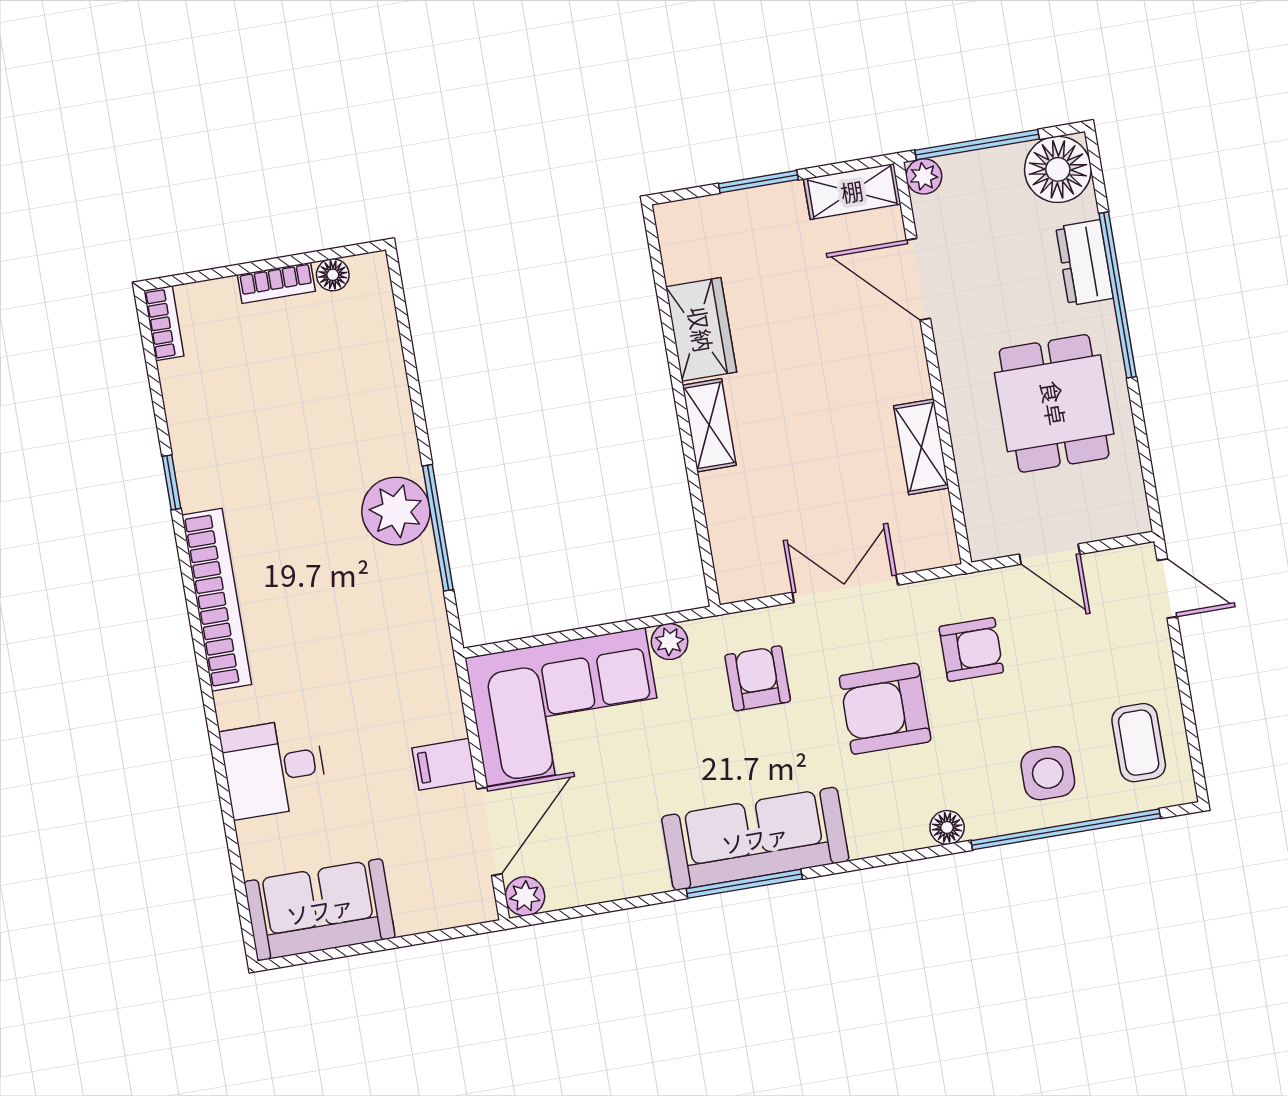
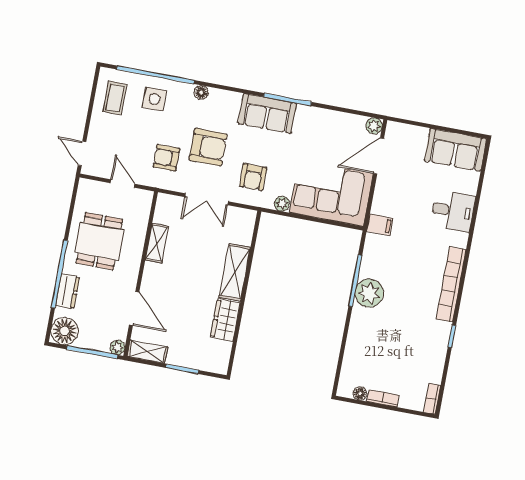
shelving: (709, 425) -> (235, 272), width x1.50, depth x1.33
filing cabinet: (444, 764) -> (380, 225), moved
sofa: (755, 839) -> (267, 114), width x0.73

